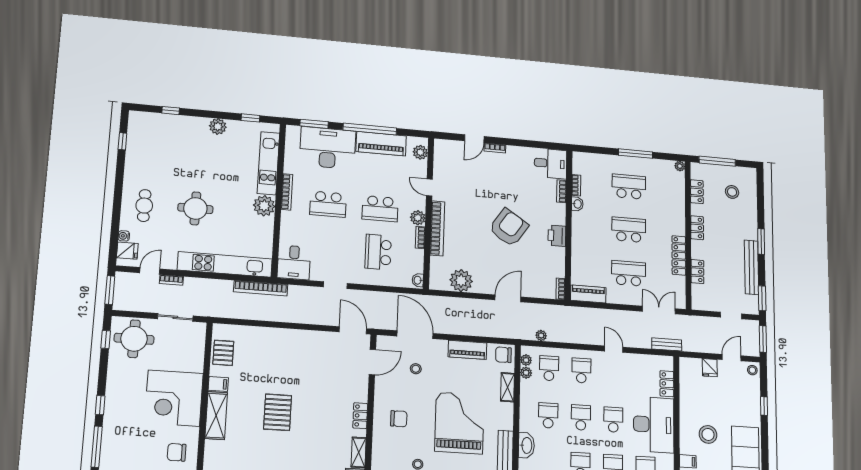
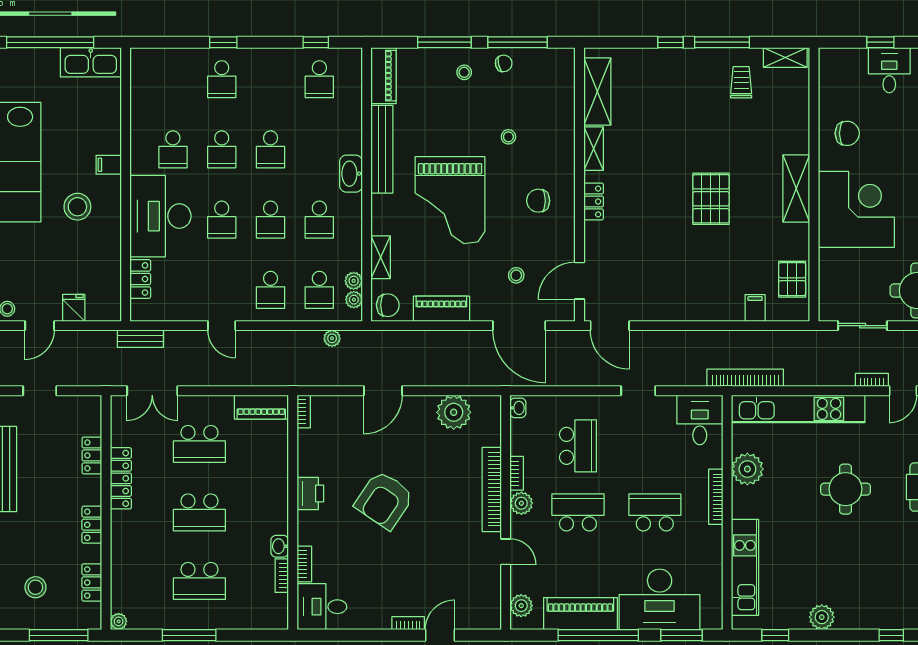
bookcase: (287, 192) -> (716, 497), moved
plant: (264, 206) -> (747, 469), moved
filing cabinet: (218, 384) -> (755, 308), moved, turned 90

